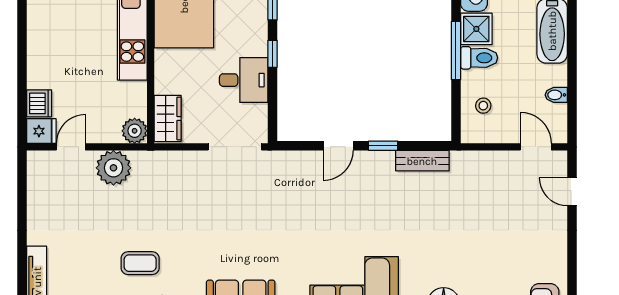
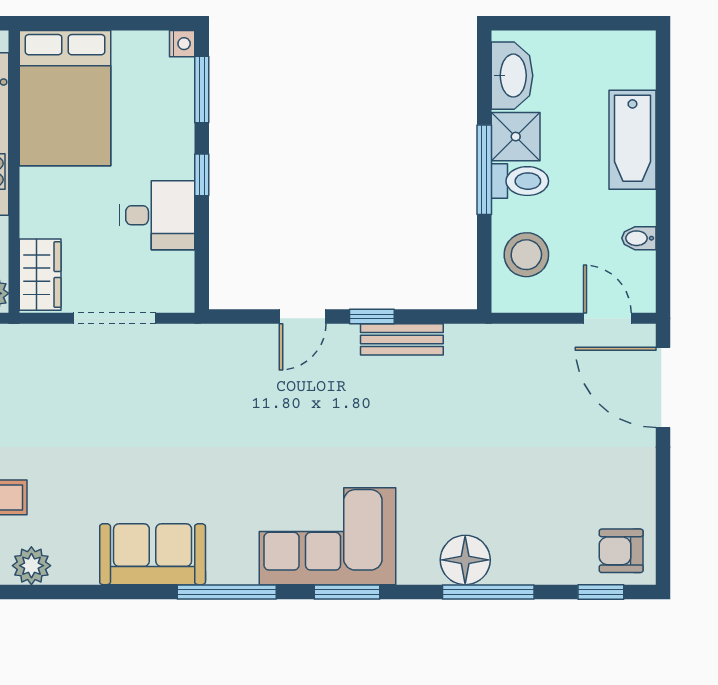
stool: (483, 106) -> (526, 255), width x1.89, depth x1.89
doorway: (235, 147) -> (115, 318), moved
bench: (422, 161) -> (402, 339), moved
door: (572, 192) -> (663, 387), width x1.88

